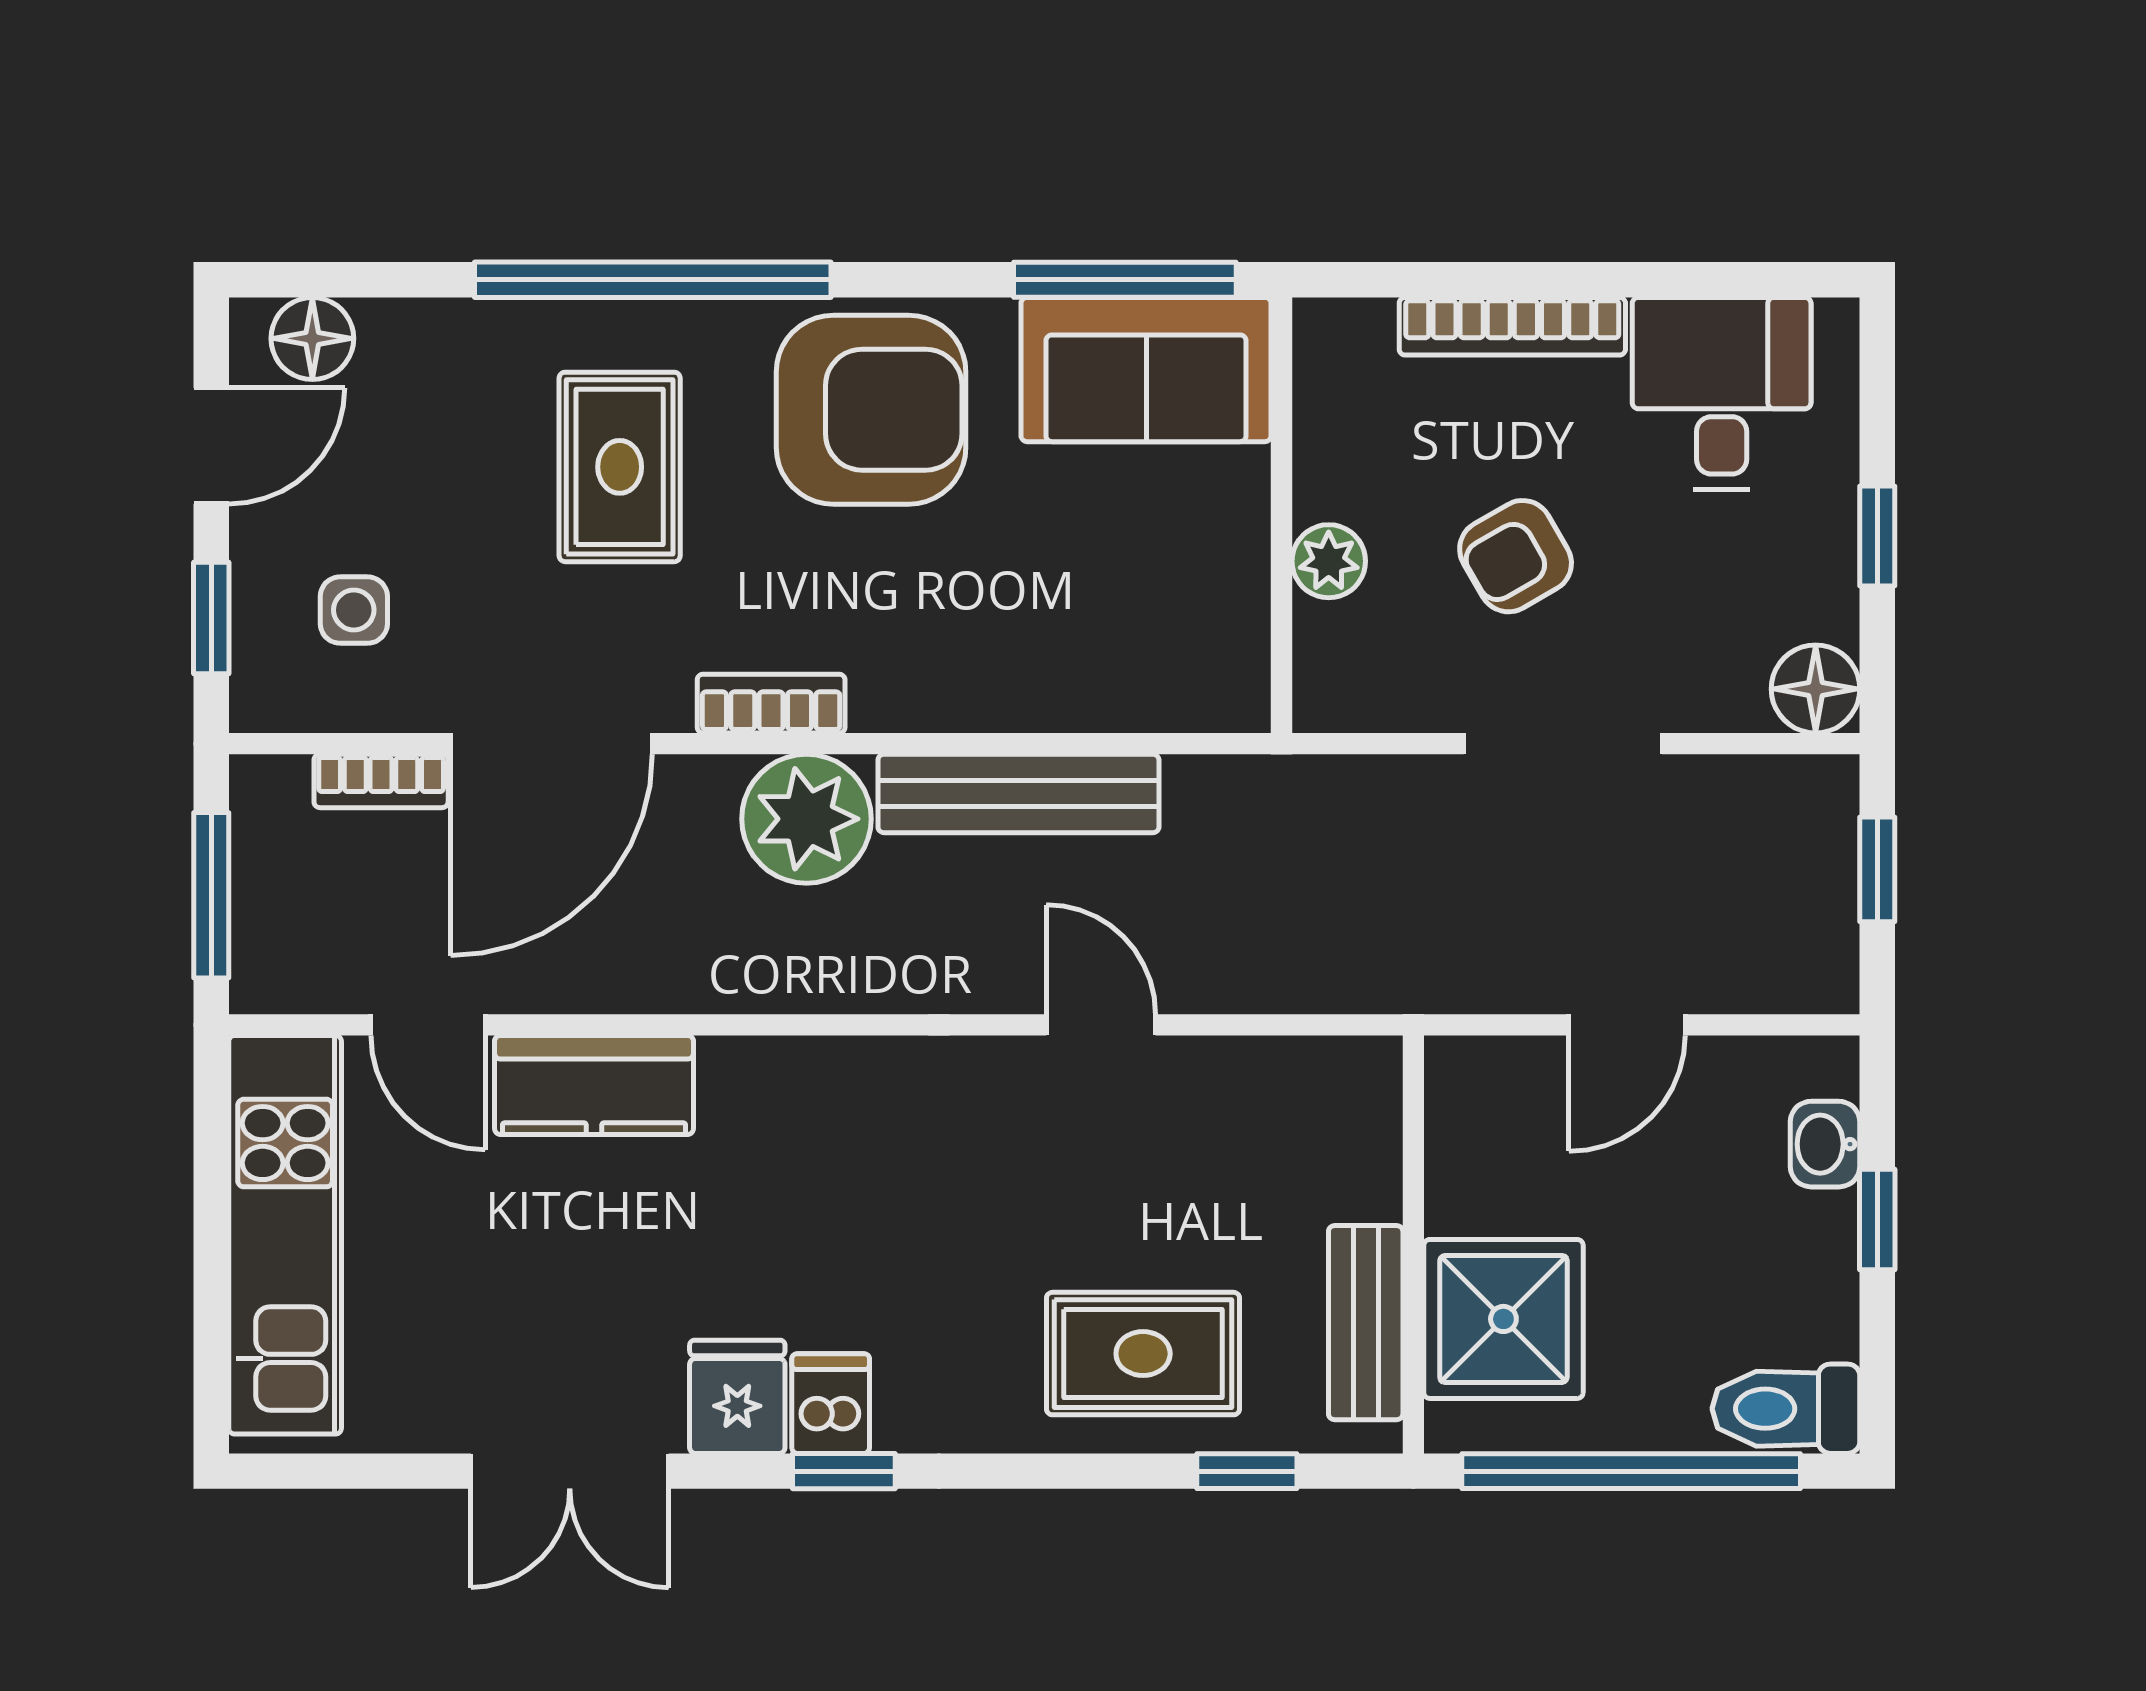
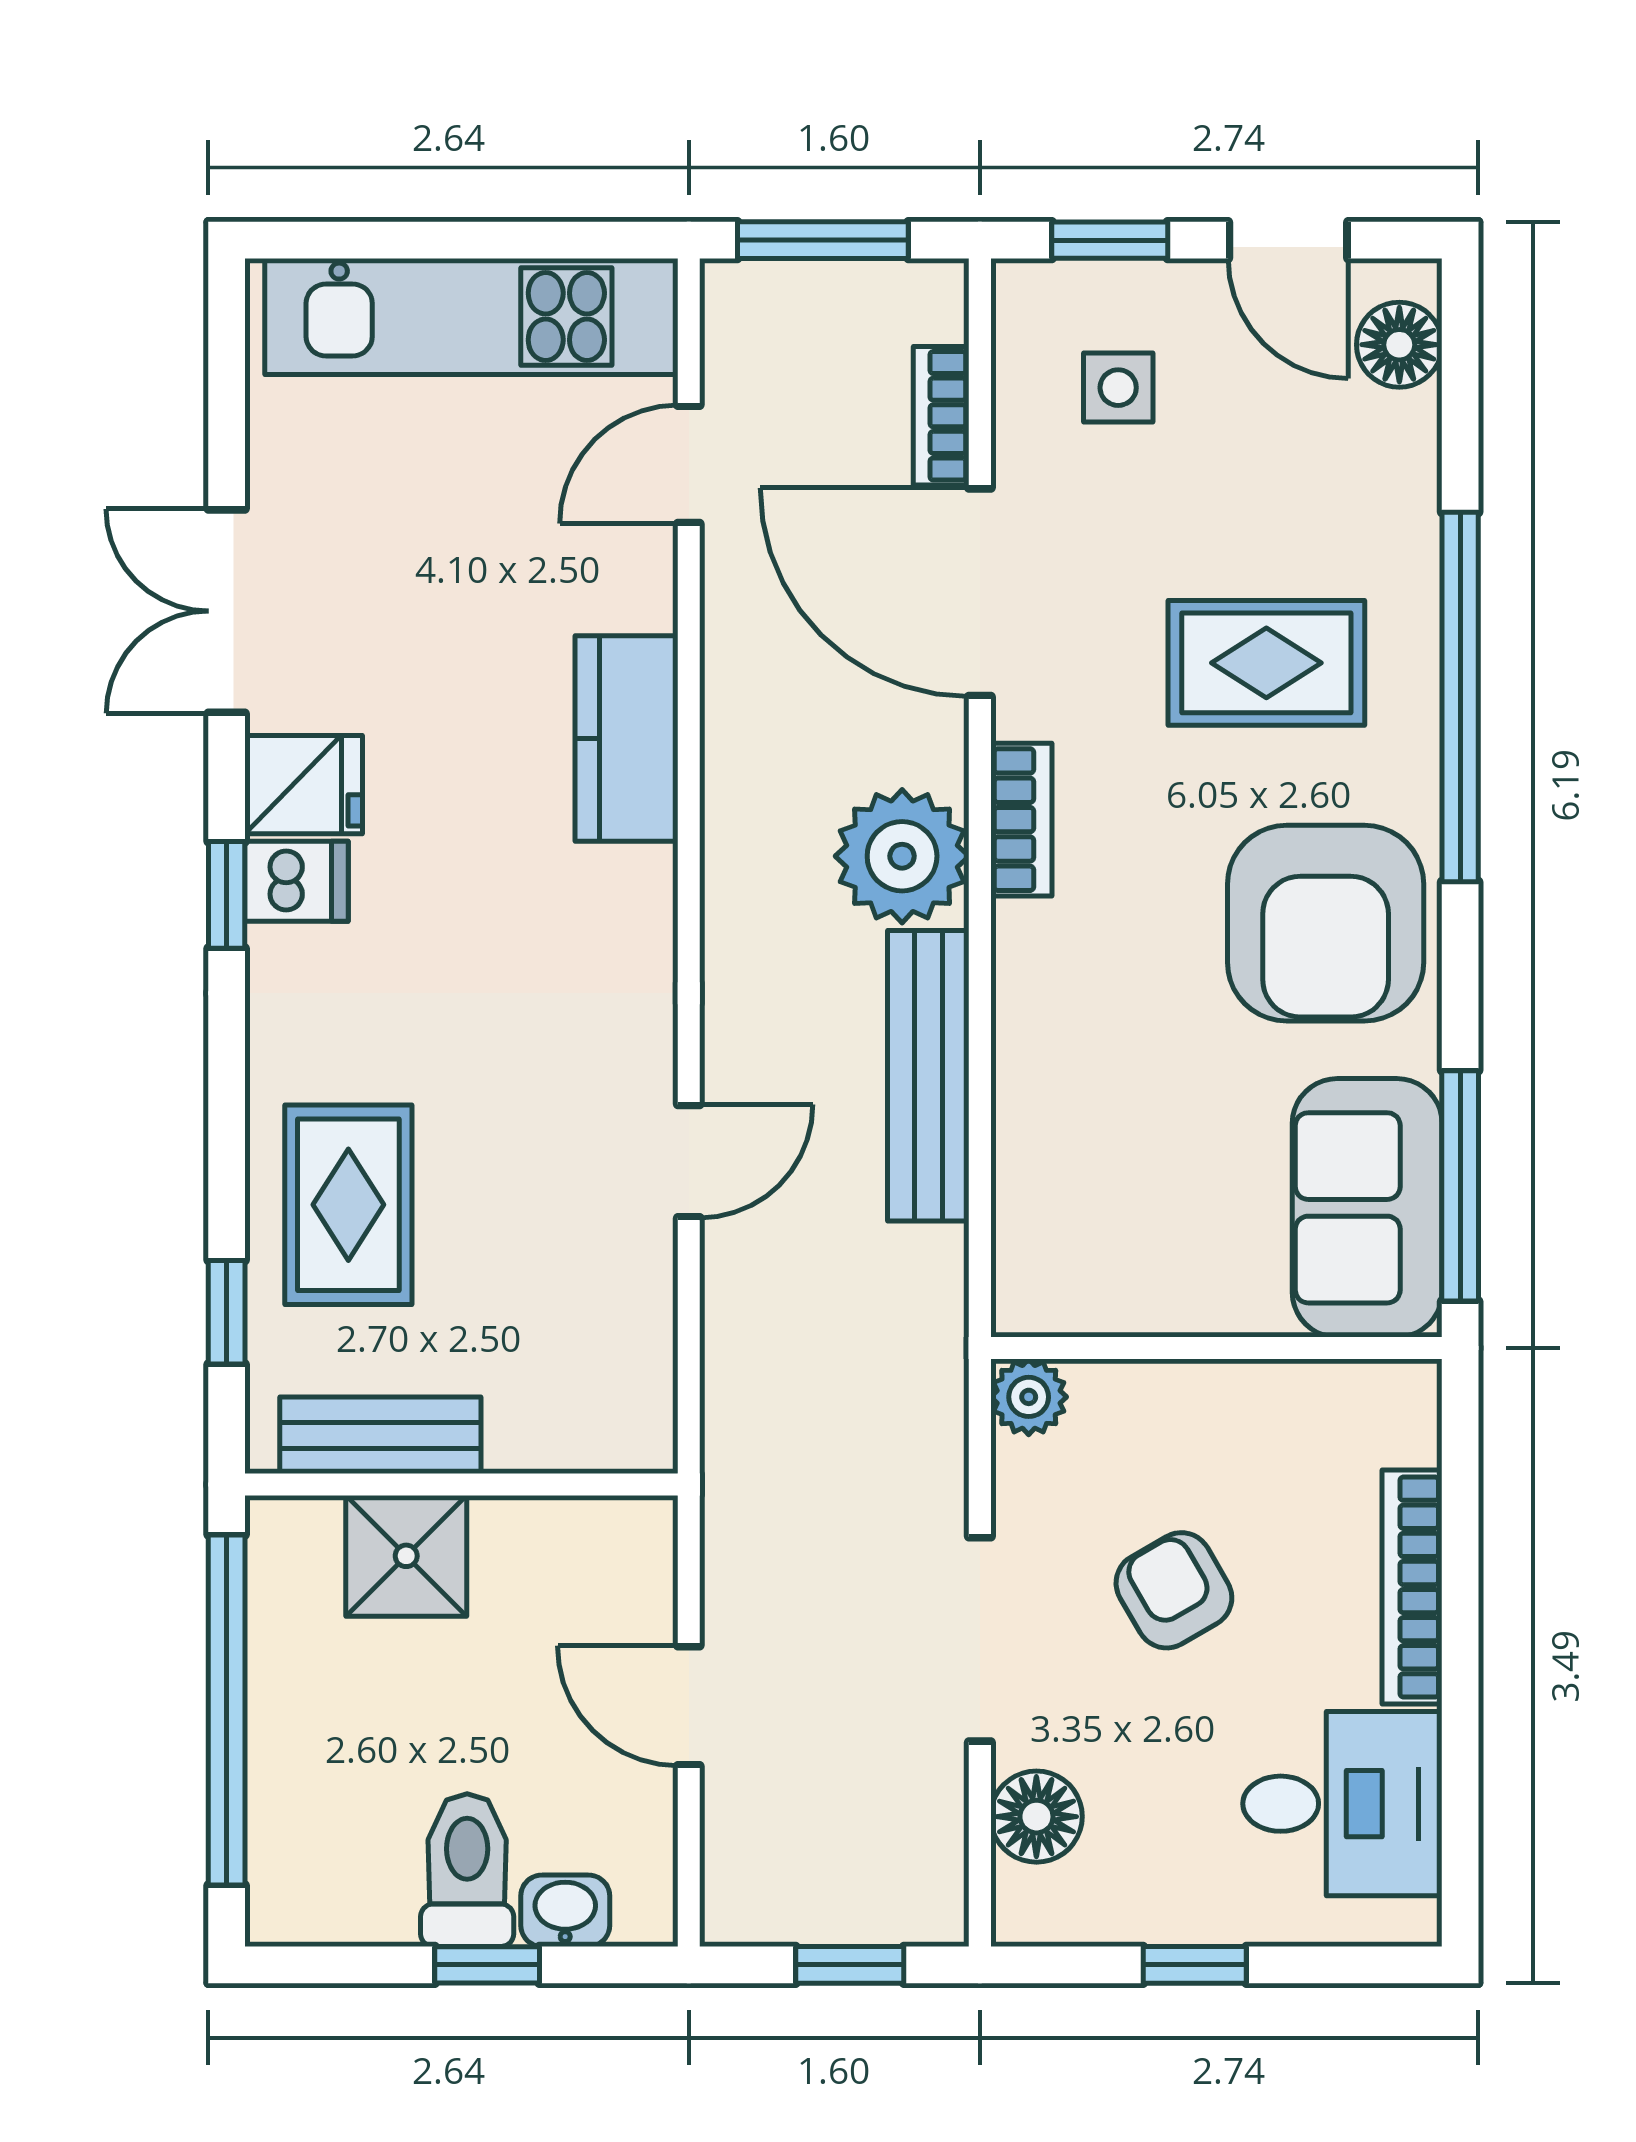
plant: (1329, 561) -> (1029, 1397), moved
floor lamp: (1816, 689) -> (1036, 1817), moved
kitchen counter: (594, 1085) -> (626, 738), moved
shower: (1503, 1319) -> (406, 1556), width x0.73, depth x0.73
toilet: (1786, 1409) -> (467, 1870), moved

